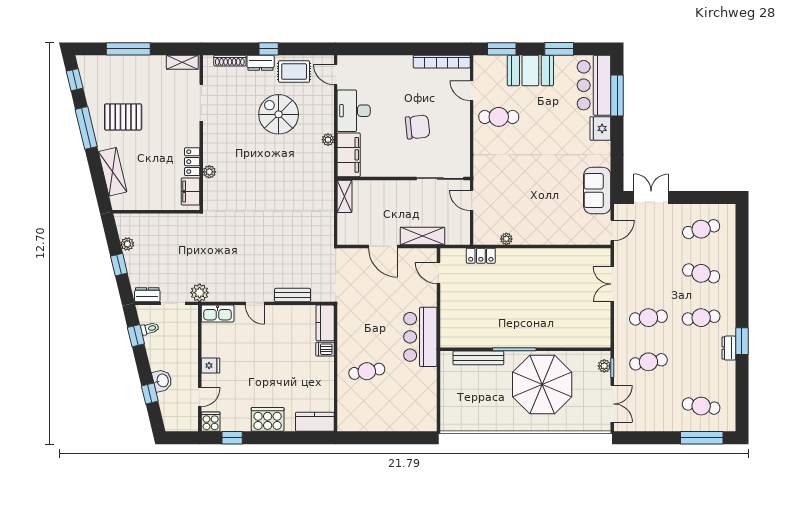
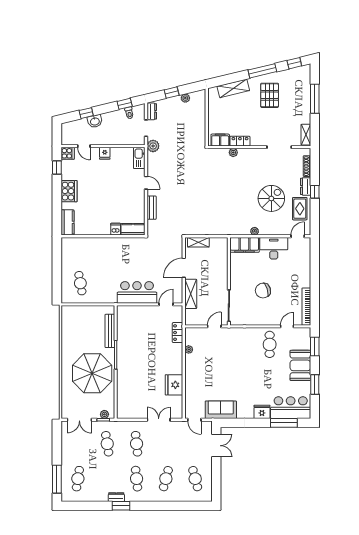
chair: (418, 127) -> (263, 291), turned 78
shelving: (345, 196) -> (198, 242), moved
fridge: (560, 261) -> (174, 385), added
door: (255, 303) -> (146, 183), swing flipped
bar counter: (420, 337) -> (137, 292), moved
cafe table: (367, 371) -> (80, 283), moved

